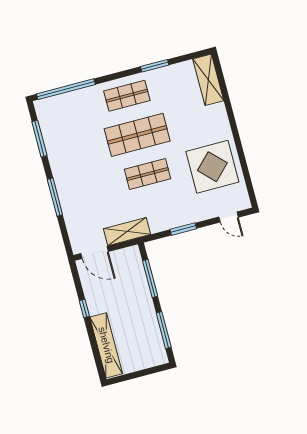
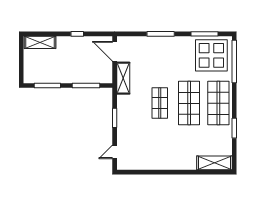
shop shelf: (127, 96) -> (218, 103), width x1.43, depth x1.36
display table: (212, 167) -> (211, 55), moved
door: (94, 252) -> (115, 51), hinge flipped
shelving: (106, 345) -> (40, 42), width x0.68

